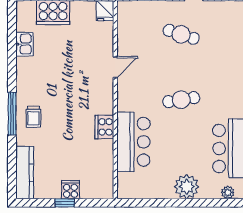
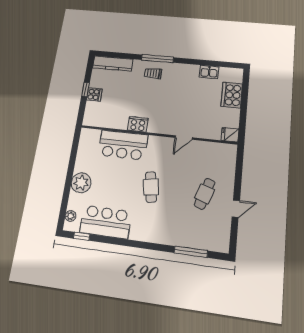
door: (115, 67) -> (184, 138), hinge flipped

